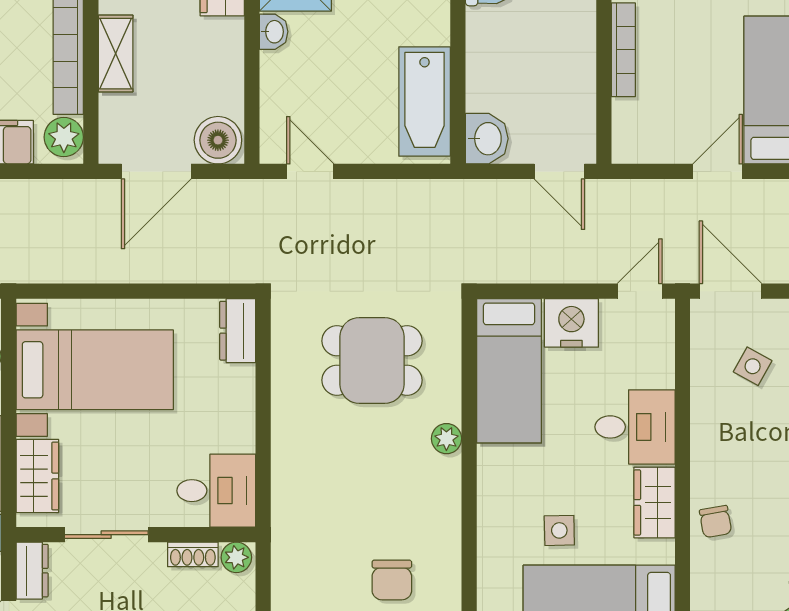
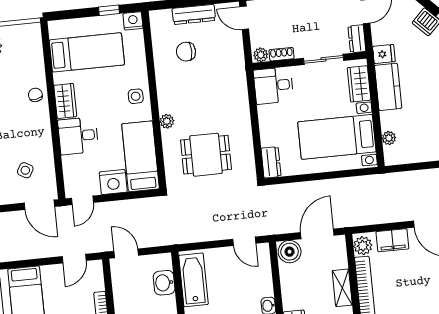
washbasin: (487, 139) -> (164, 283), moved
door: (718, 171) -> (74, 259), moved
side table: (559, 530) -> (136, 96), moved
chair: (392, 580) -> (186, 52), turned -90

